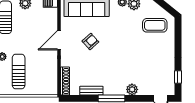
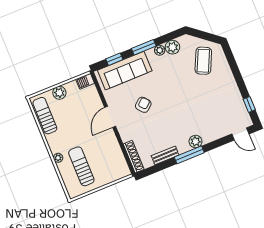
coffee table: (155, 25) -> (203, 61), turned -65
plant: (132, 89) -> (196, 141), moved

